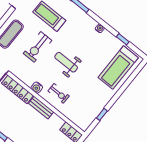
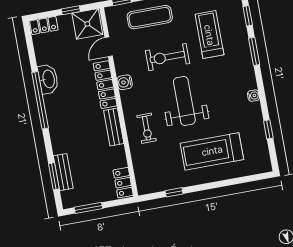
weight bench: (66, 62) -> (184, 101), width x1.36, depth x1.33
treadmill: (118, 68) -> (212, 151), moved
water cooler: (37, 88) -> (125, 82), moved

